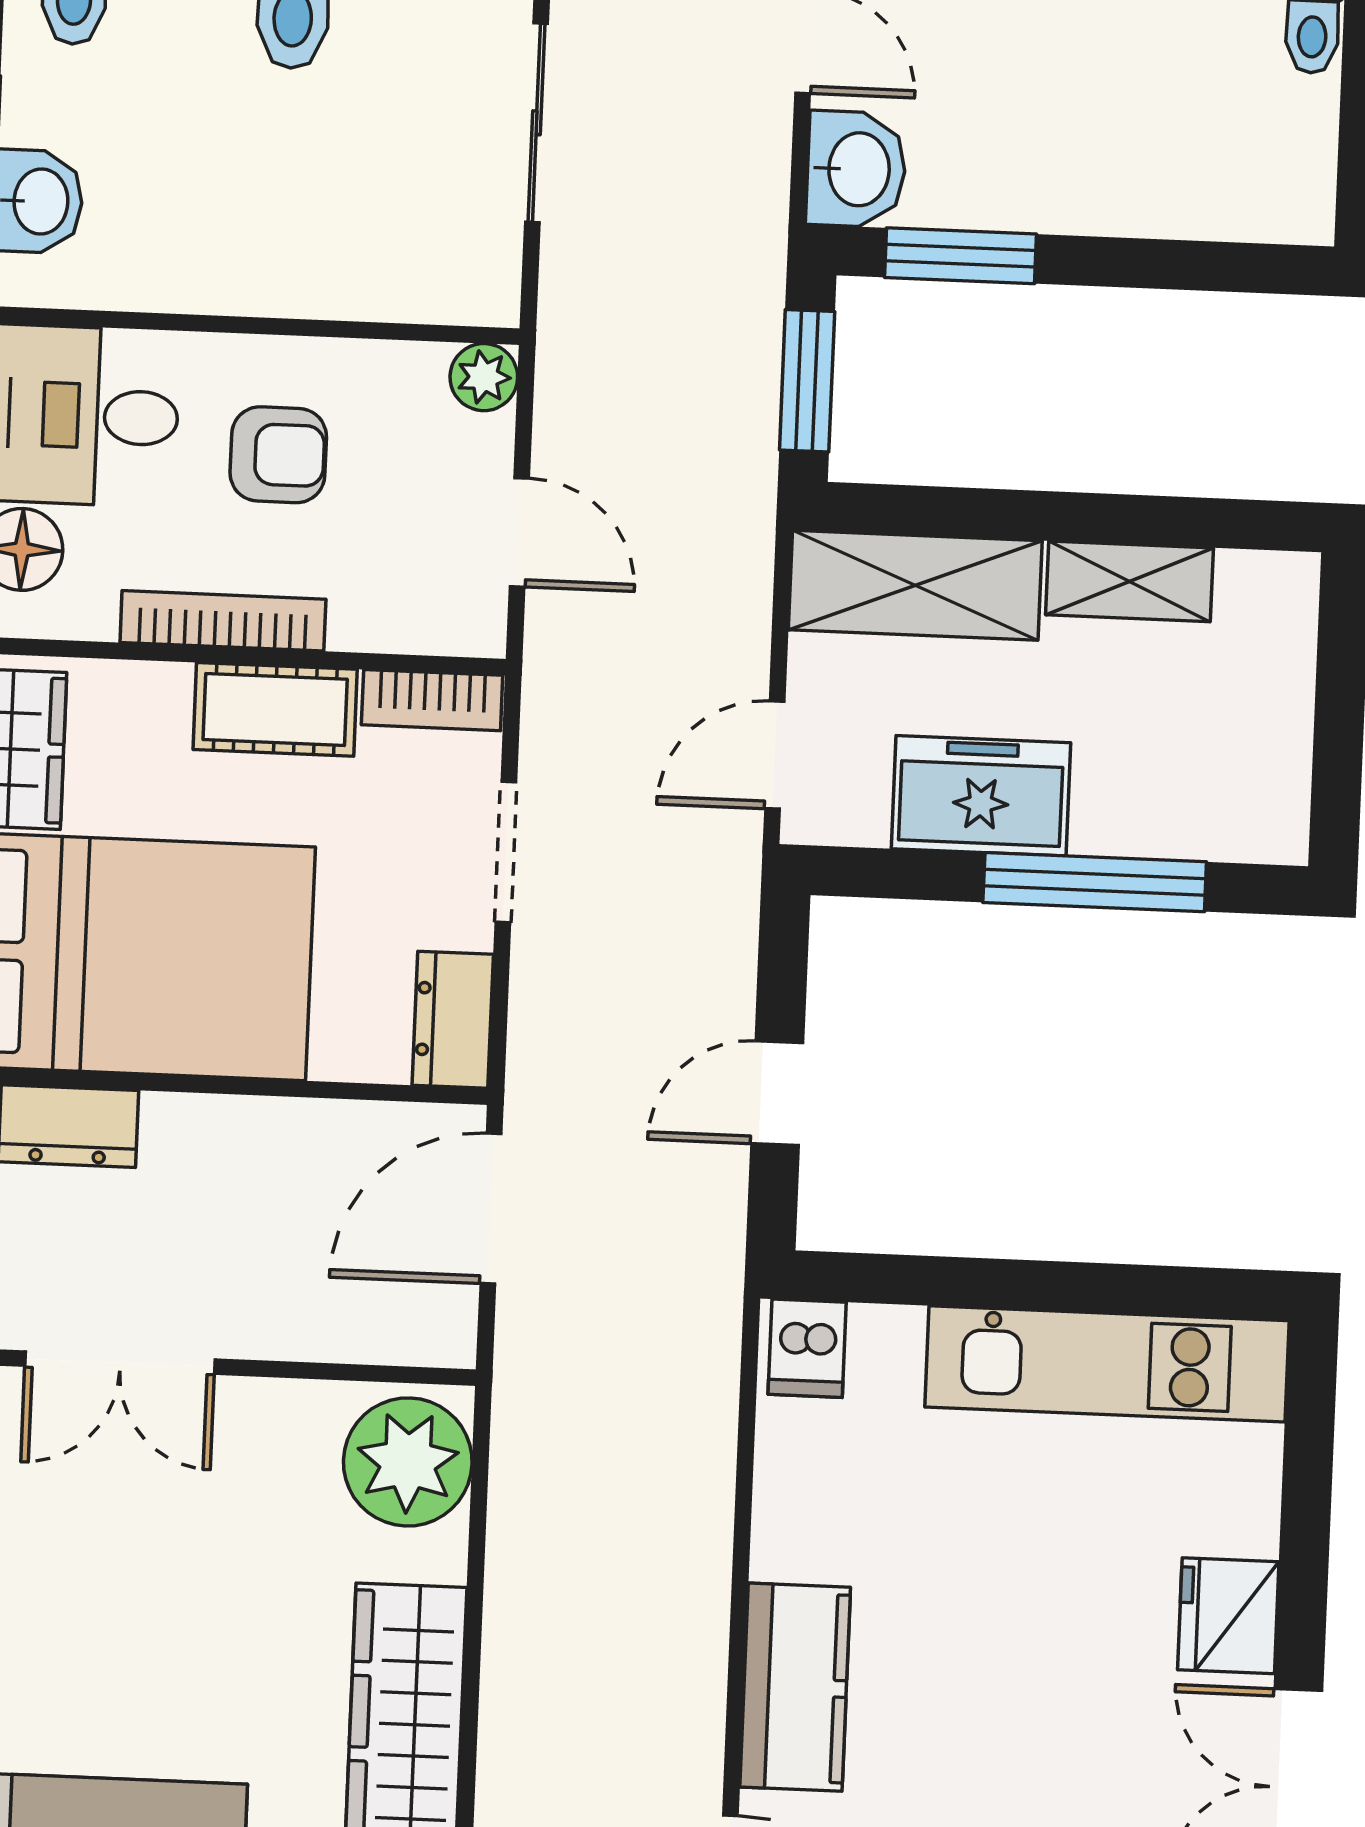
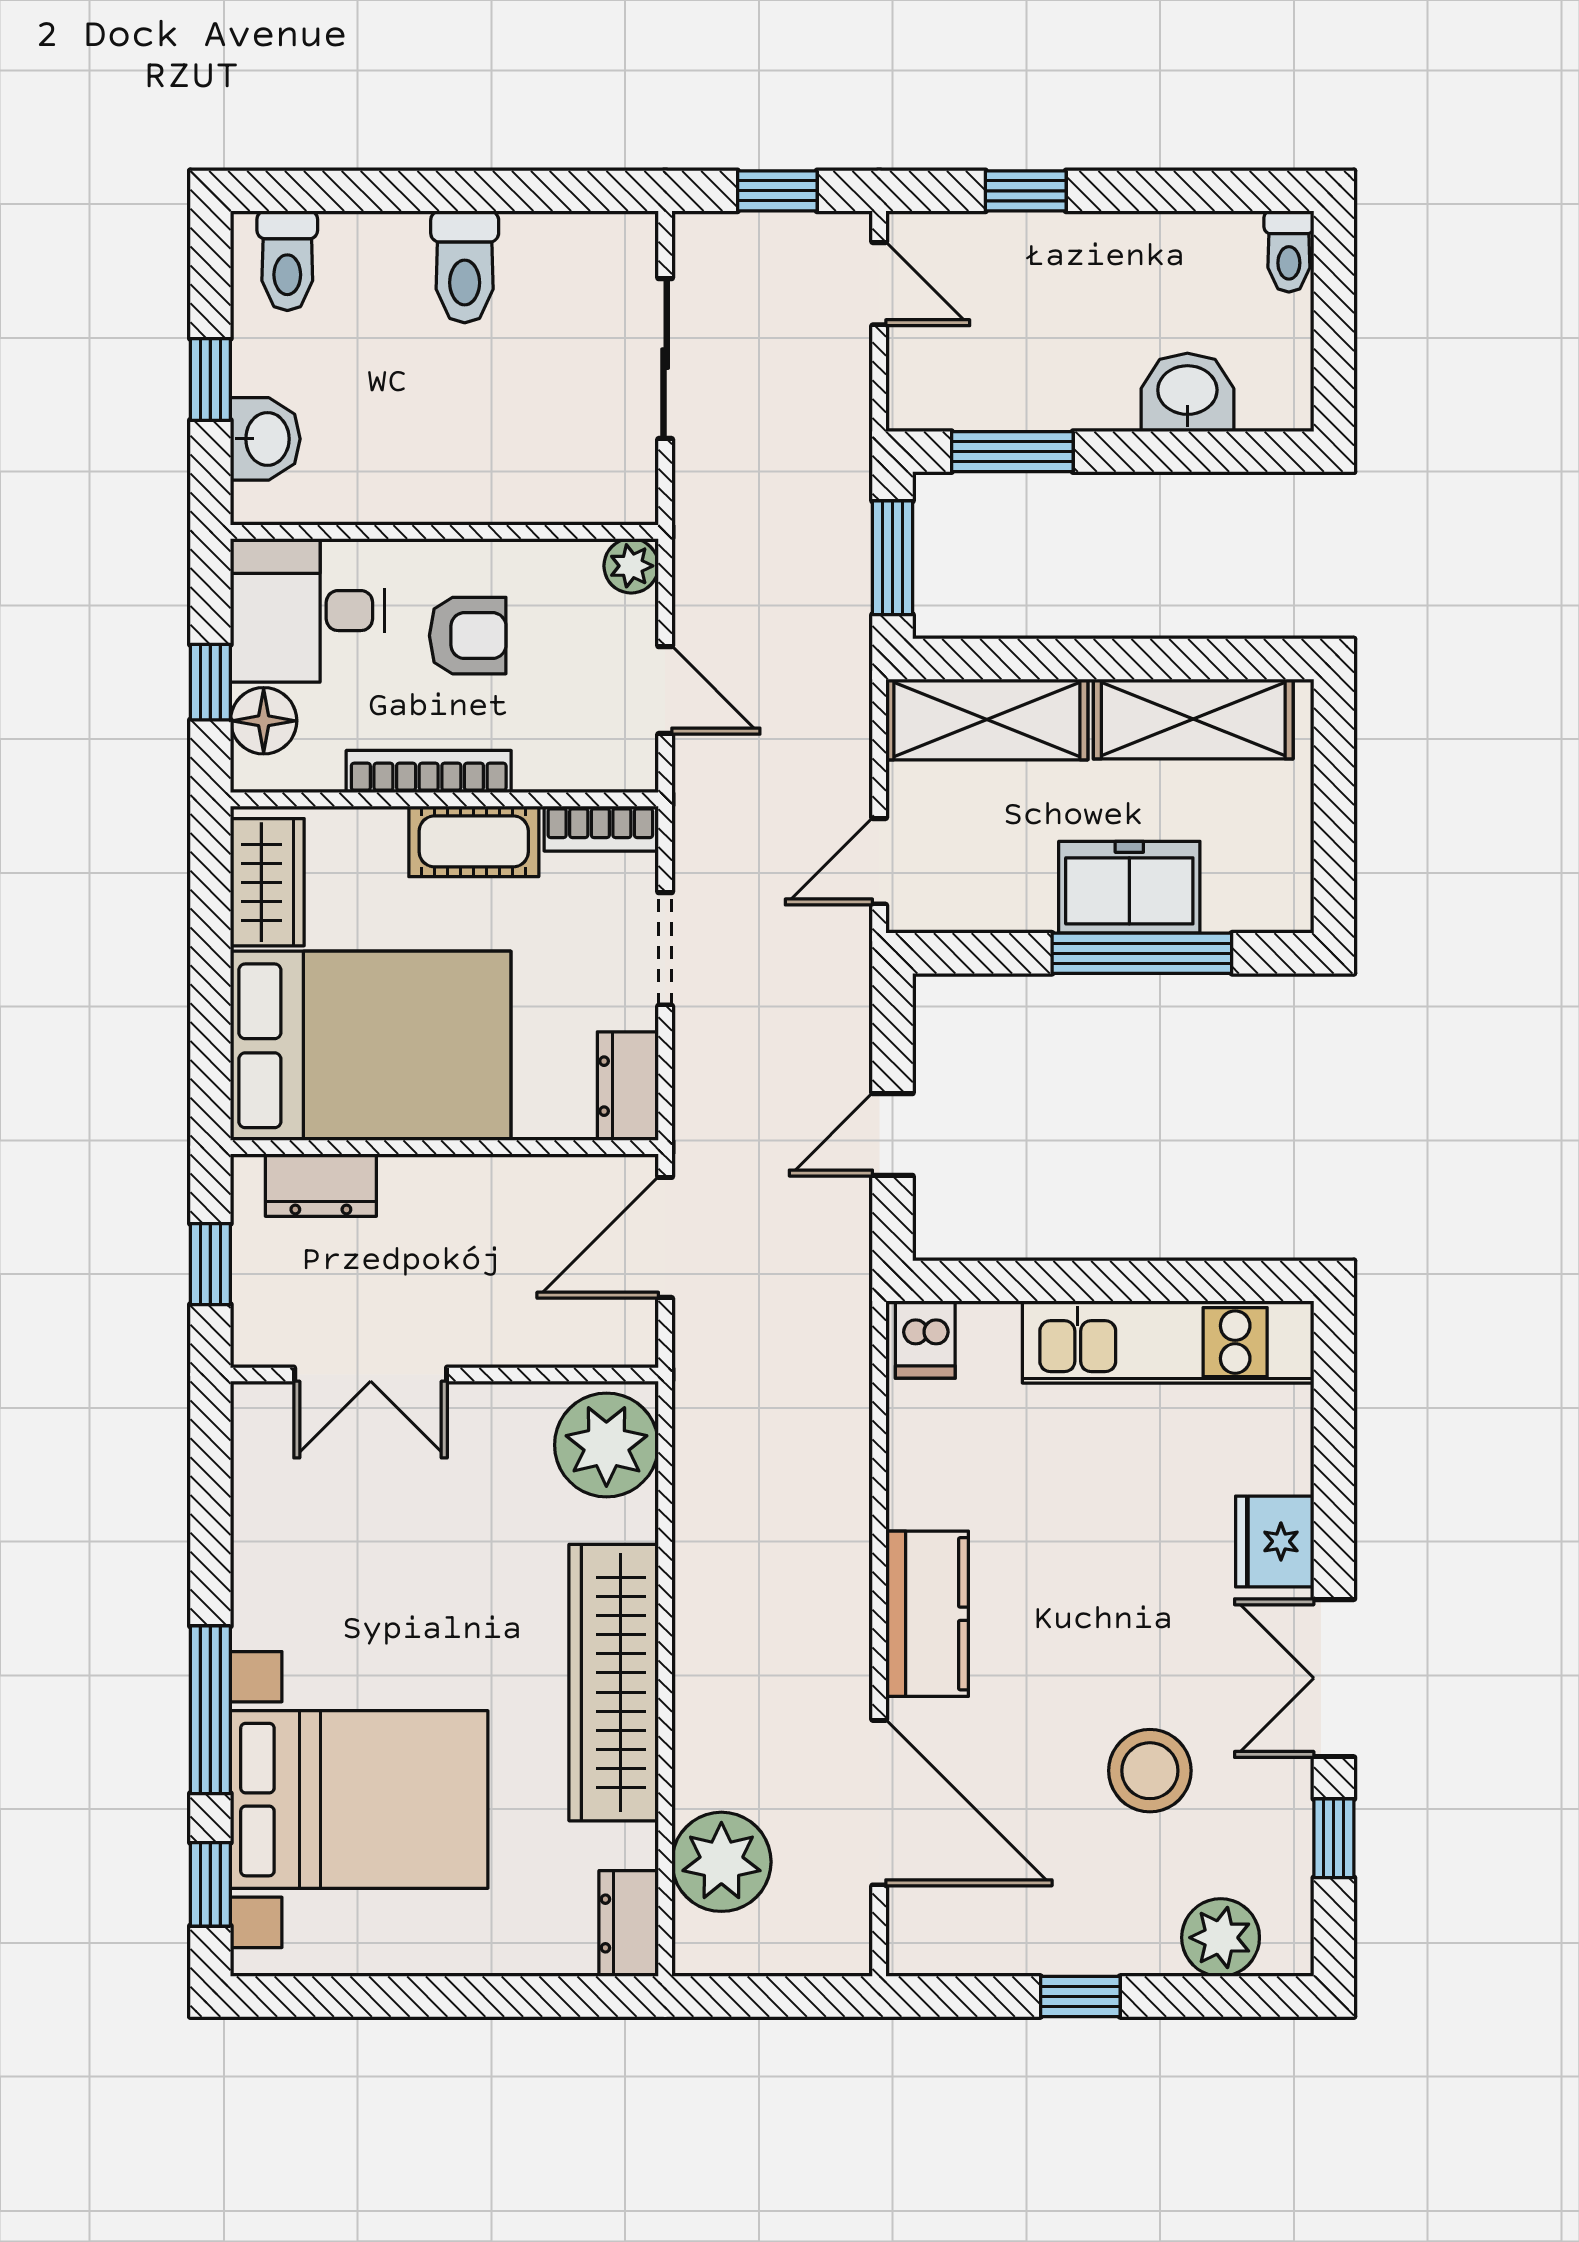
washbasin: (856, 169) -> (1187, 392), moved, turned -90
shelving: (1129, 581) -> (1193, 719), width x1.50, depth x1.33
freezer: (981, 796) -> (1129, 887), moved

